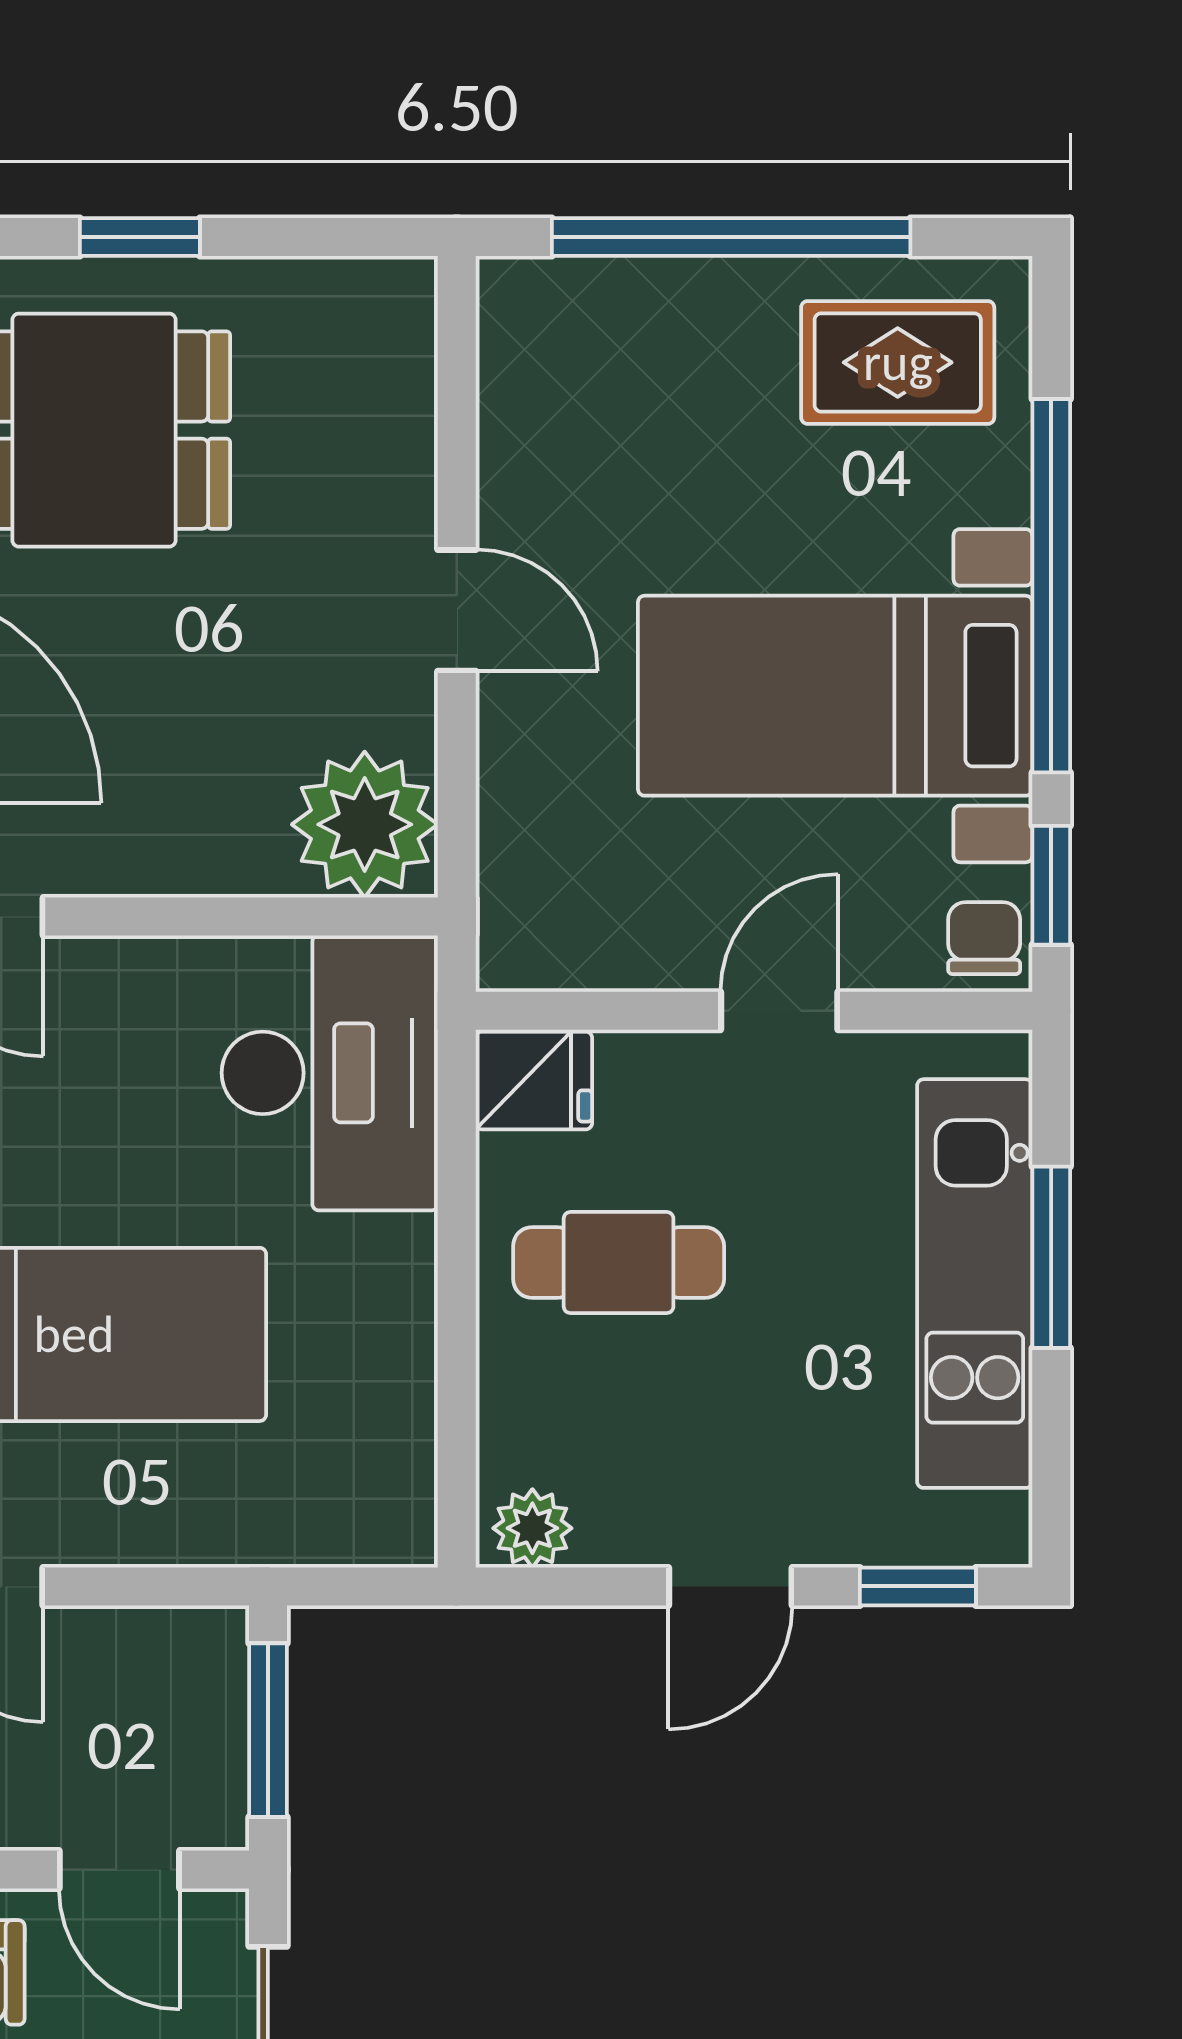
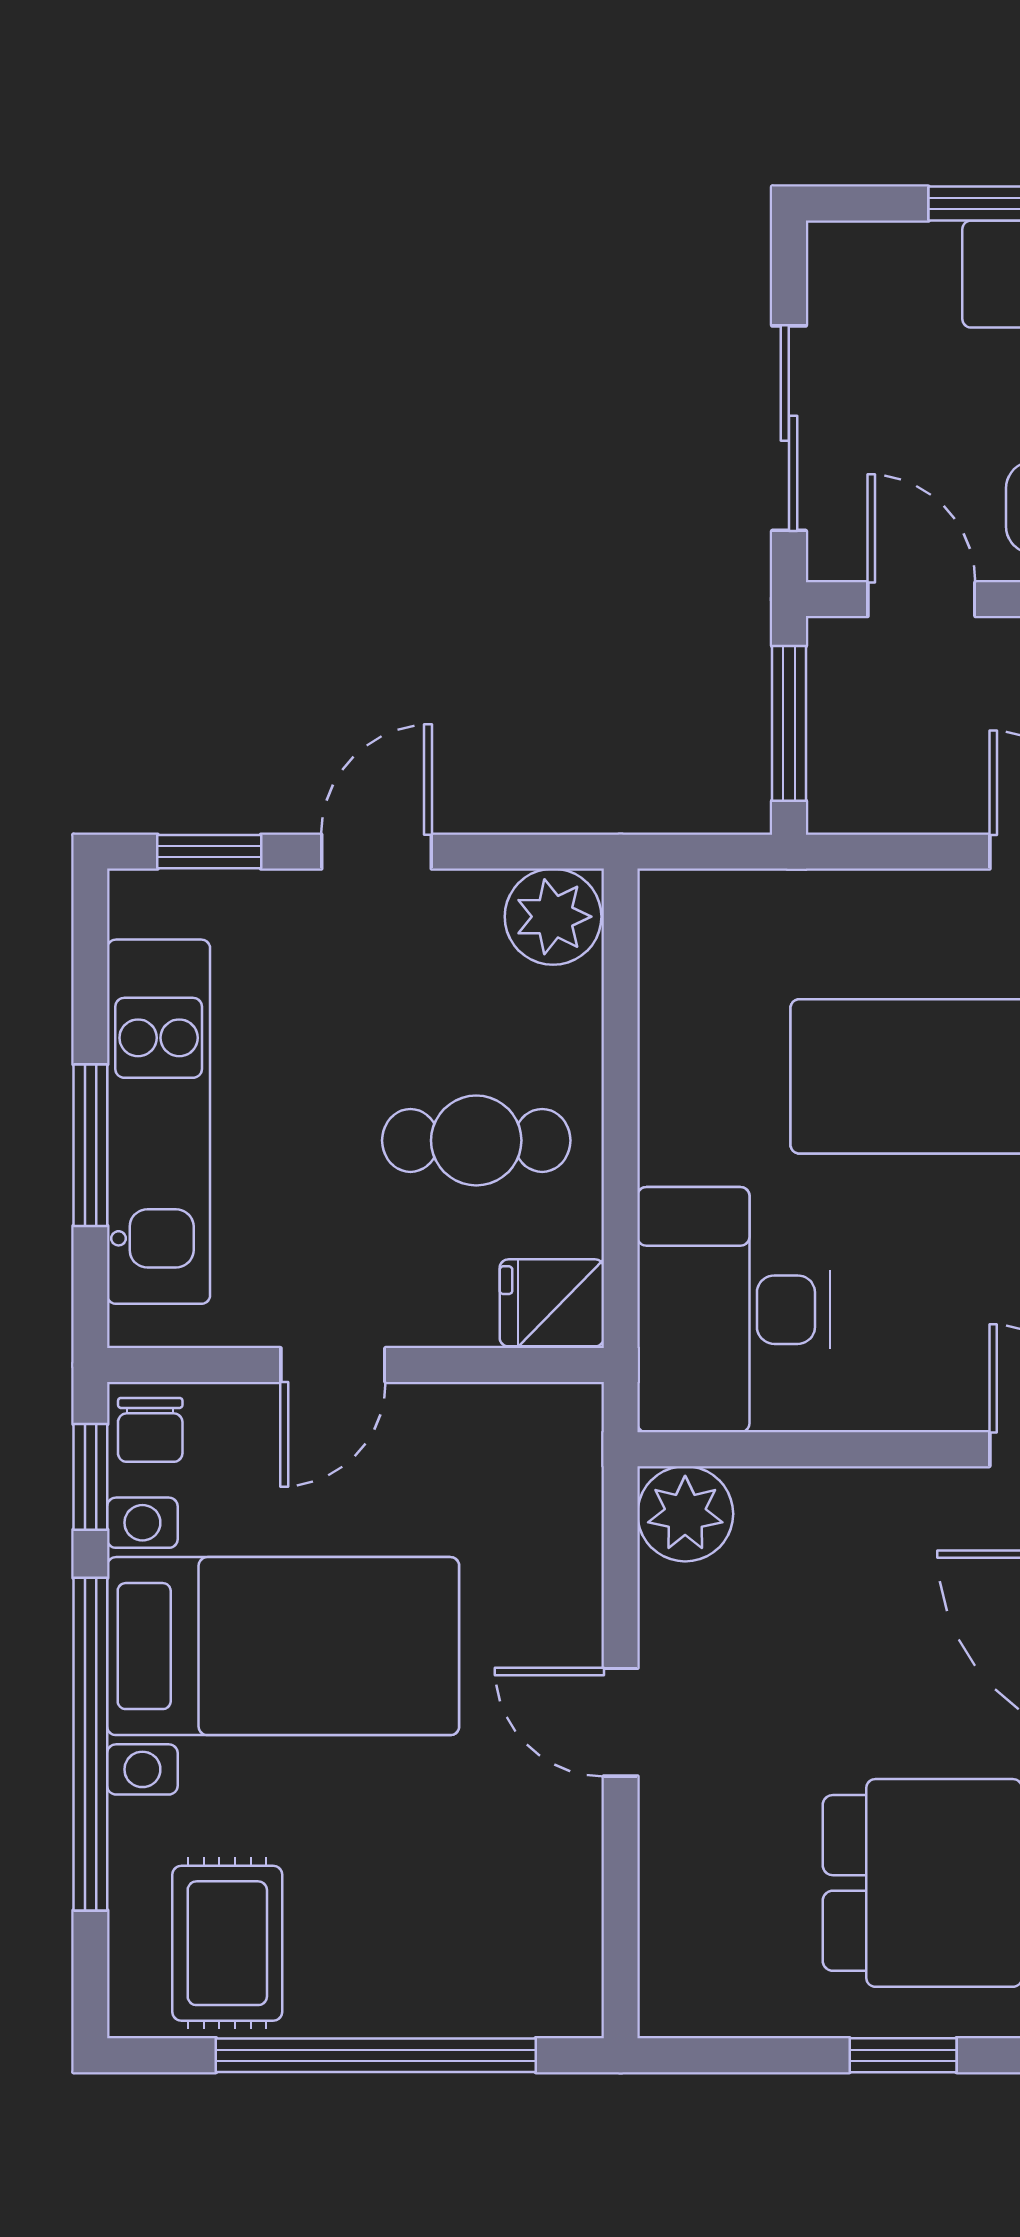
rug: (898, 362) -> (227, 1943), turned 90
plant: (365, 824) -> (685, 1514), width x0.73, depth x0.73
plant: (532, 1528) -> (553, 917), width x1.38, depth x1.38

